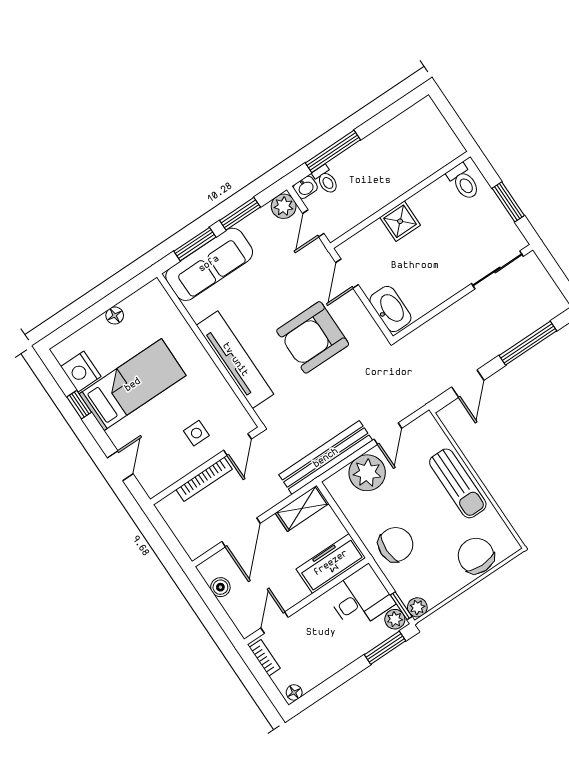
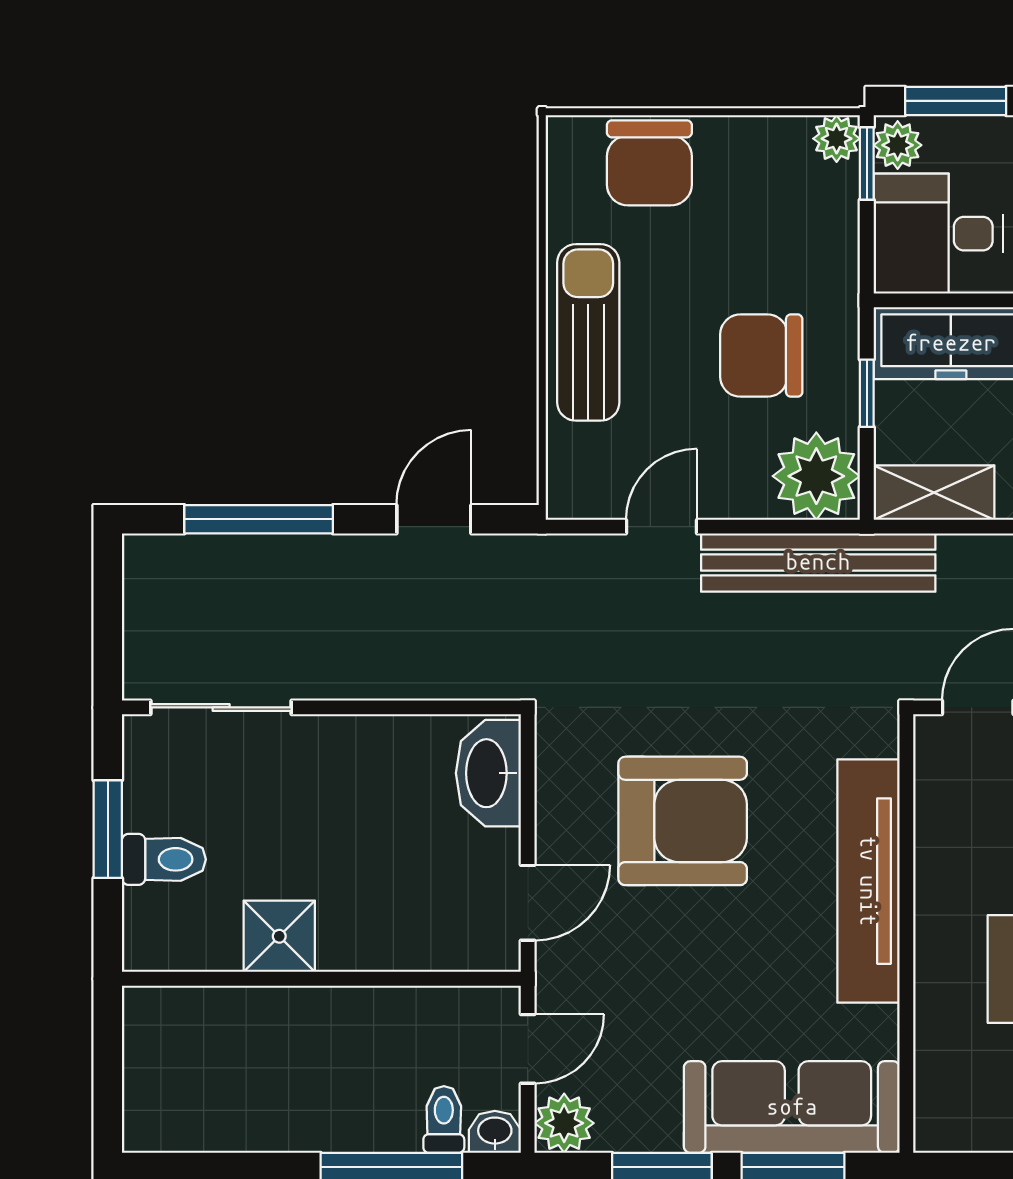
toilet: (463, 182) -> (164, 859), moved, turned 90
shower: (400, 221) -> (279, 936), moved
plant: (367, 473) -> (816, 476), moved
window: (348, 527) -> (867, 393), added
chair: (396, 544) -> (761, 356), moved

